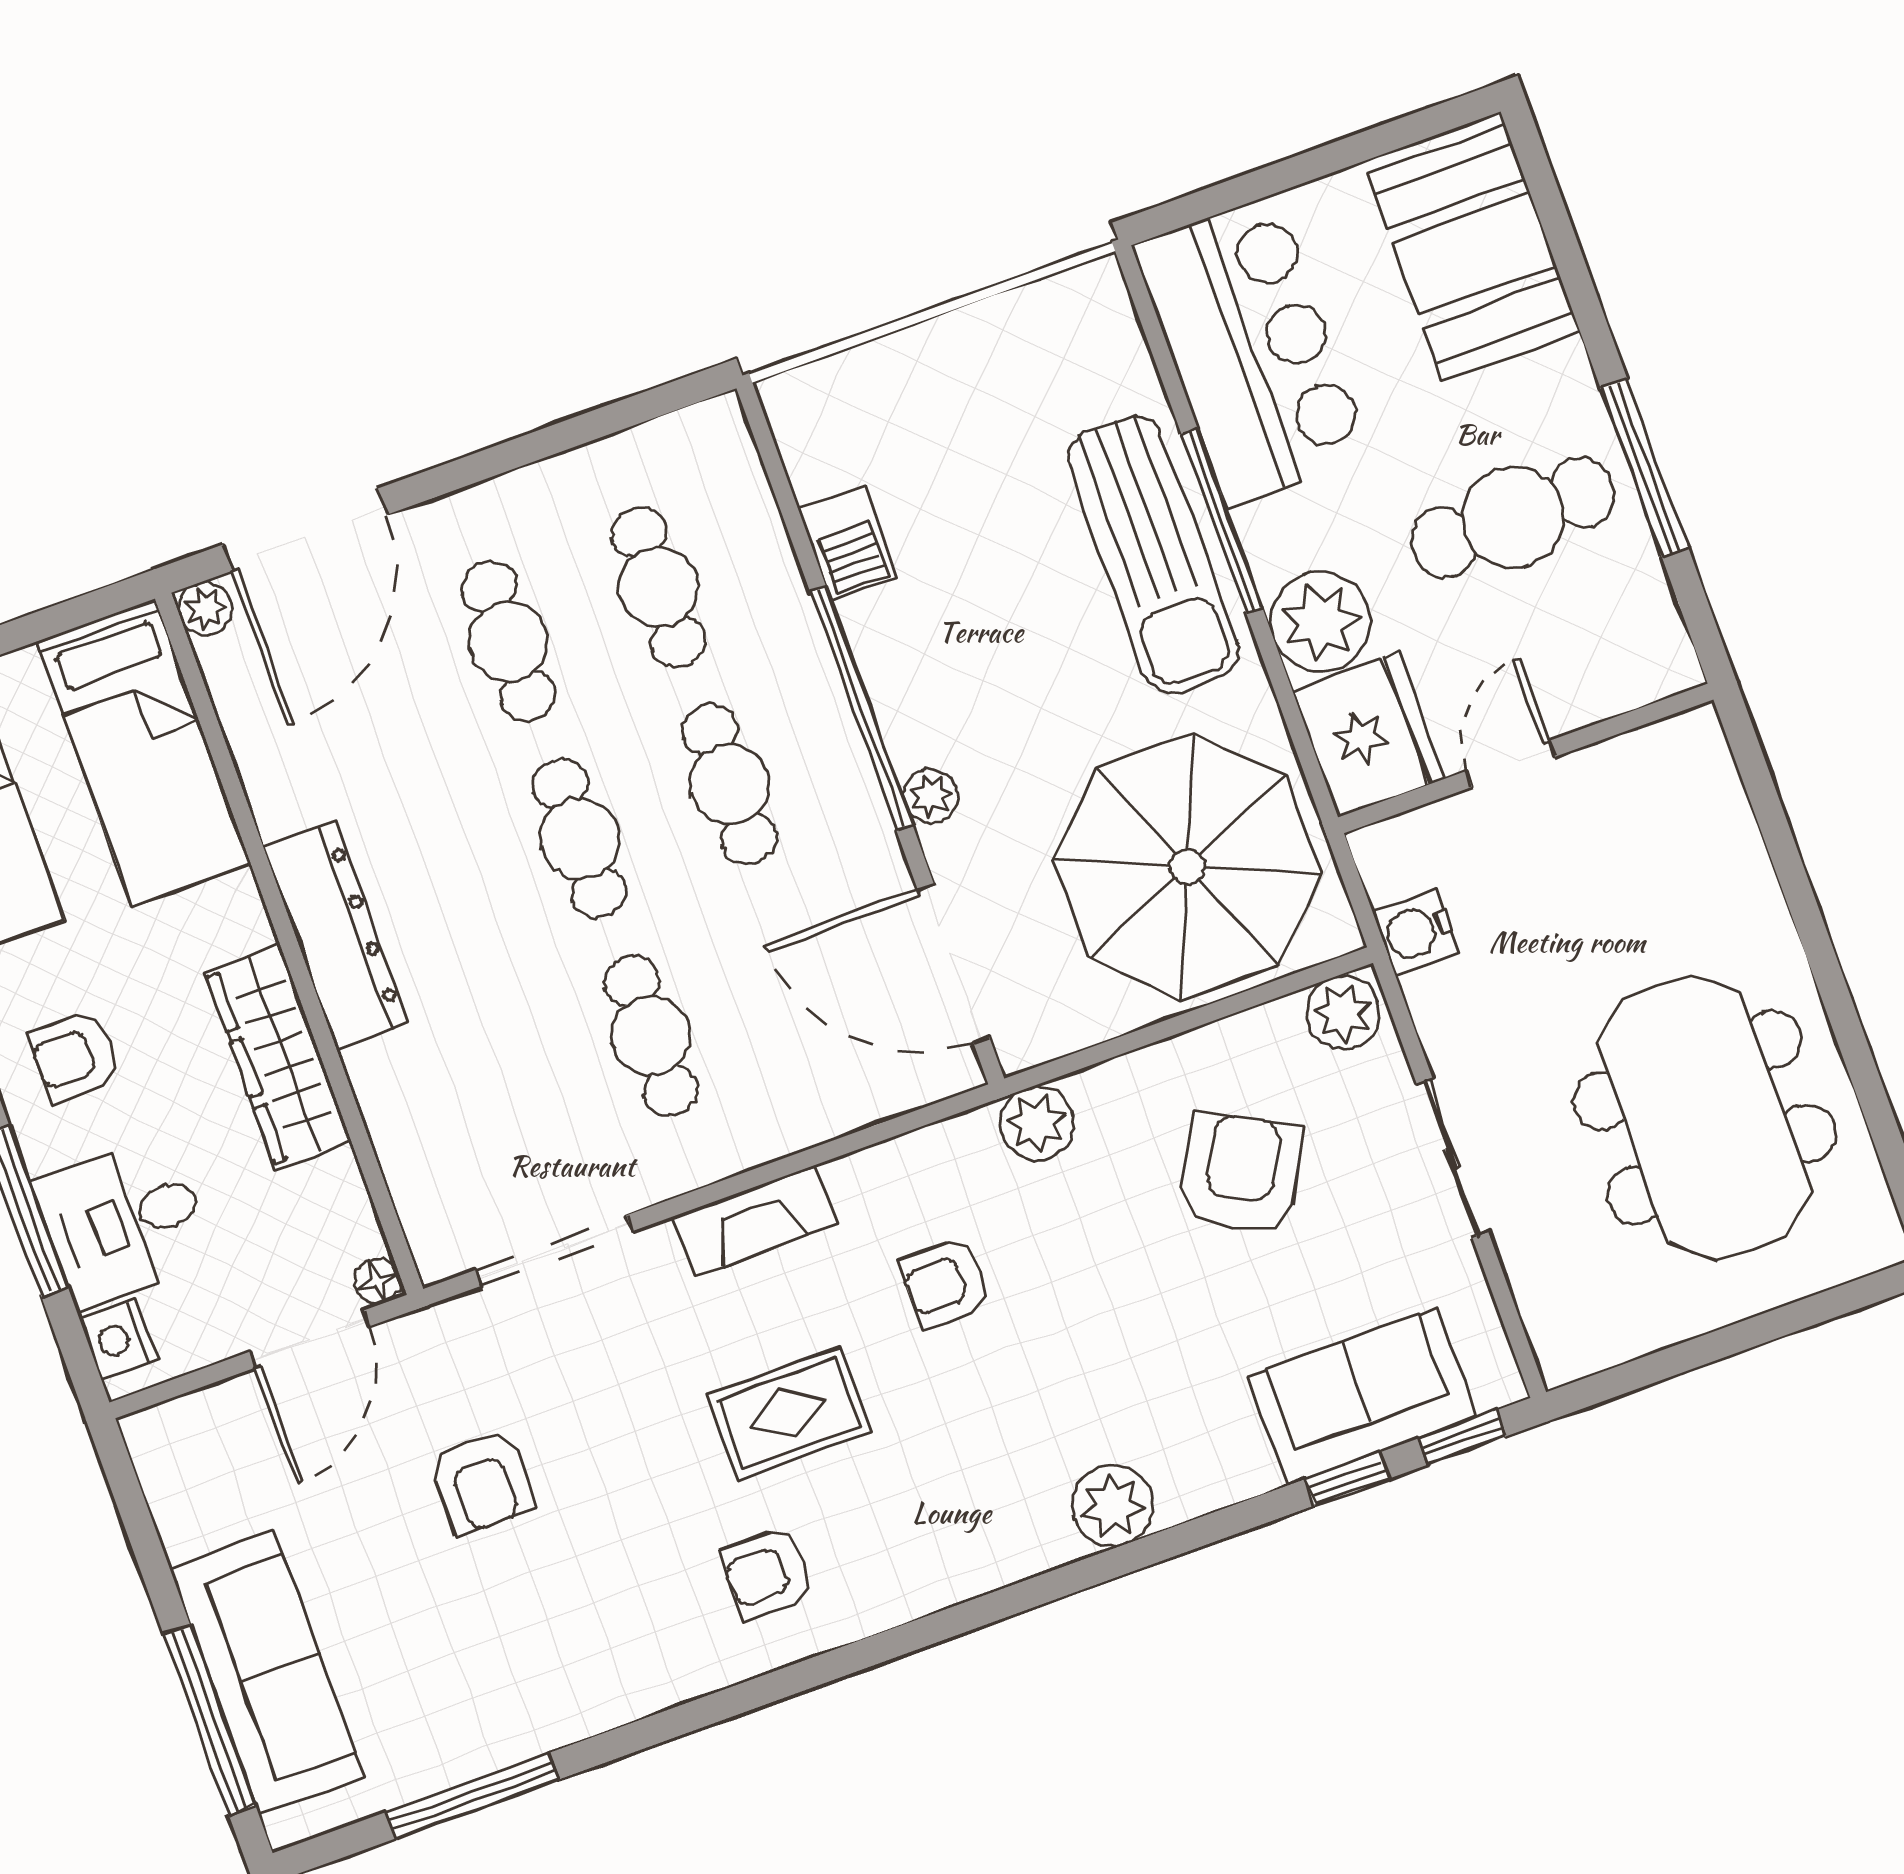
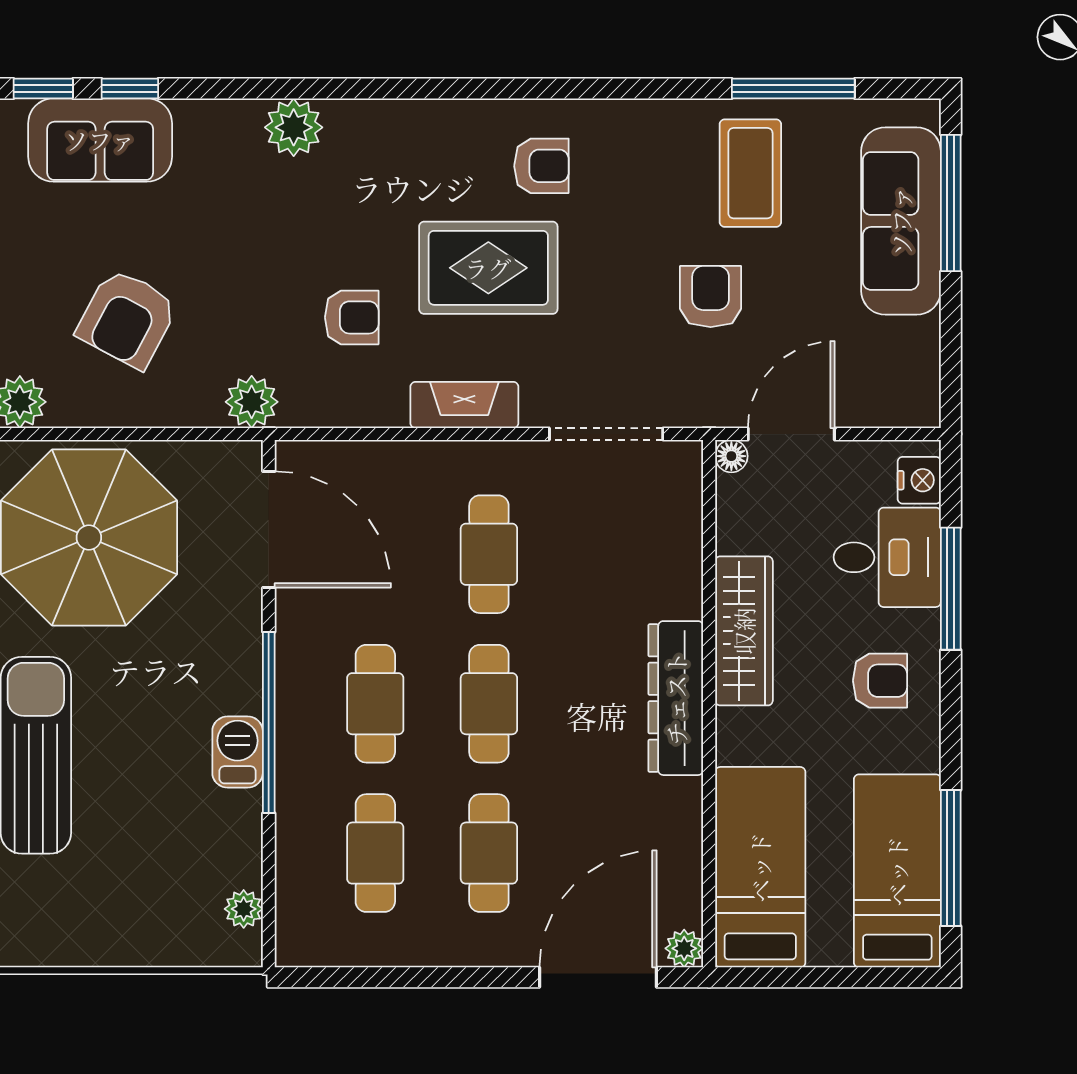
barbecue: (848, 544) -> (238, 752), moved
plant: (931, 796) -> (244, 909), moved
rug: (789, 1414) -> (488, 268), width x1.36, depth x1.43
coffee table: (488, 1664) -> (750, 173), added

